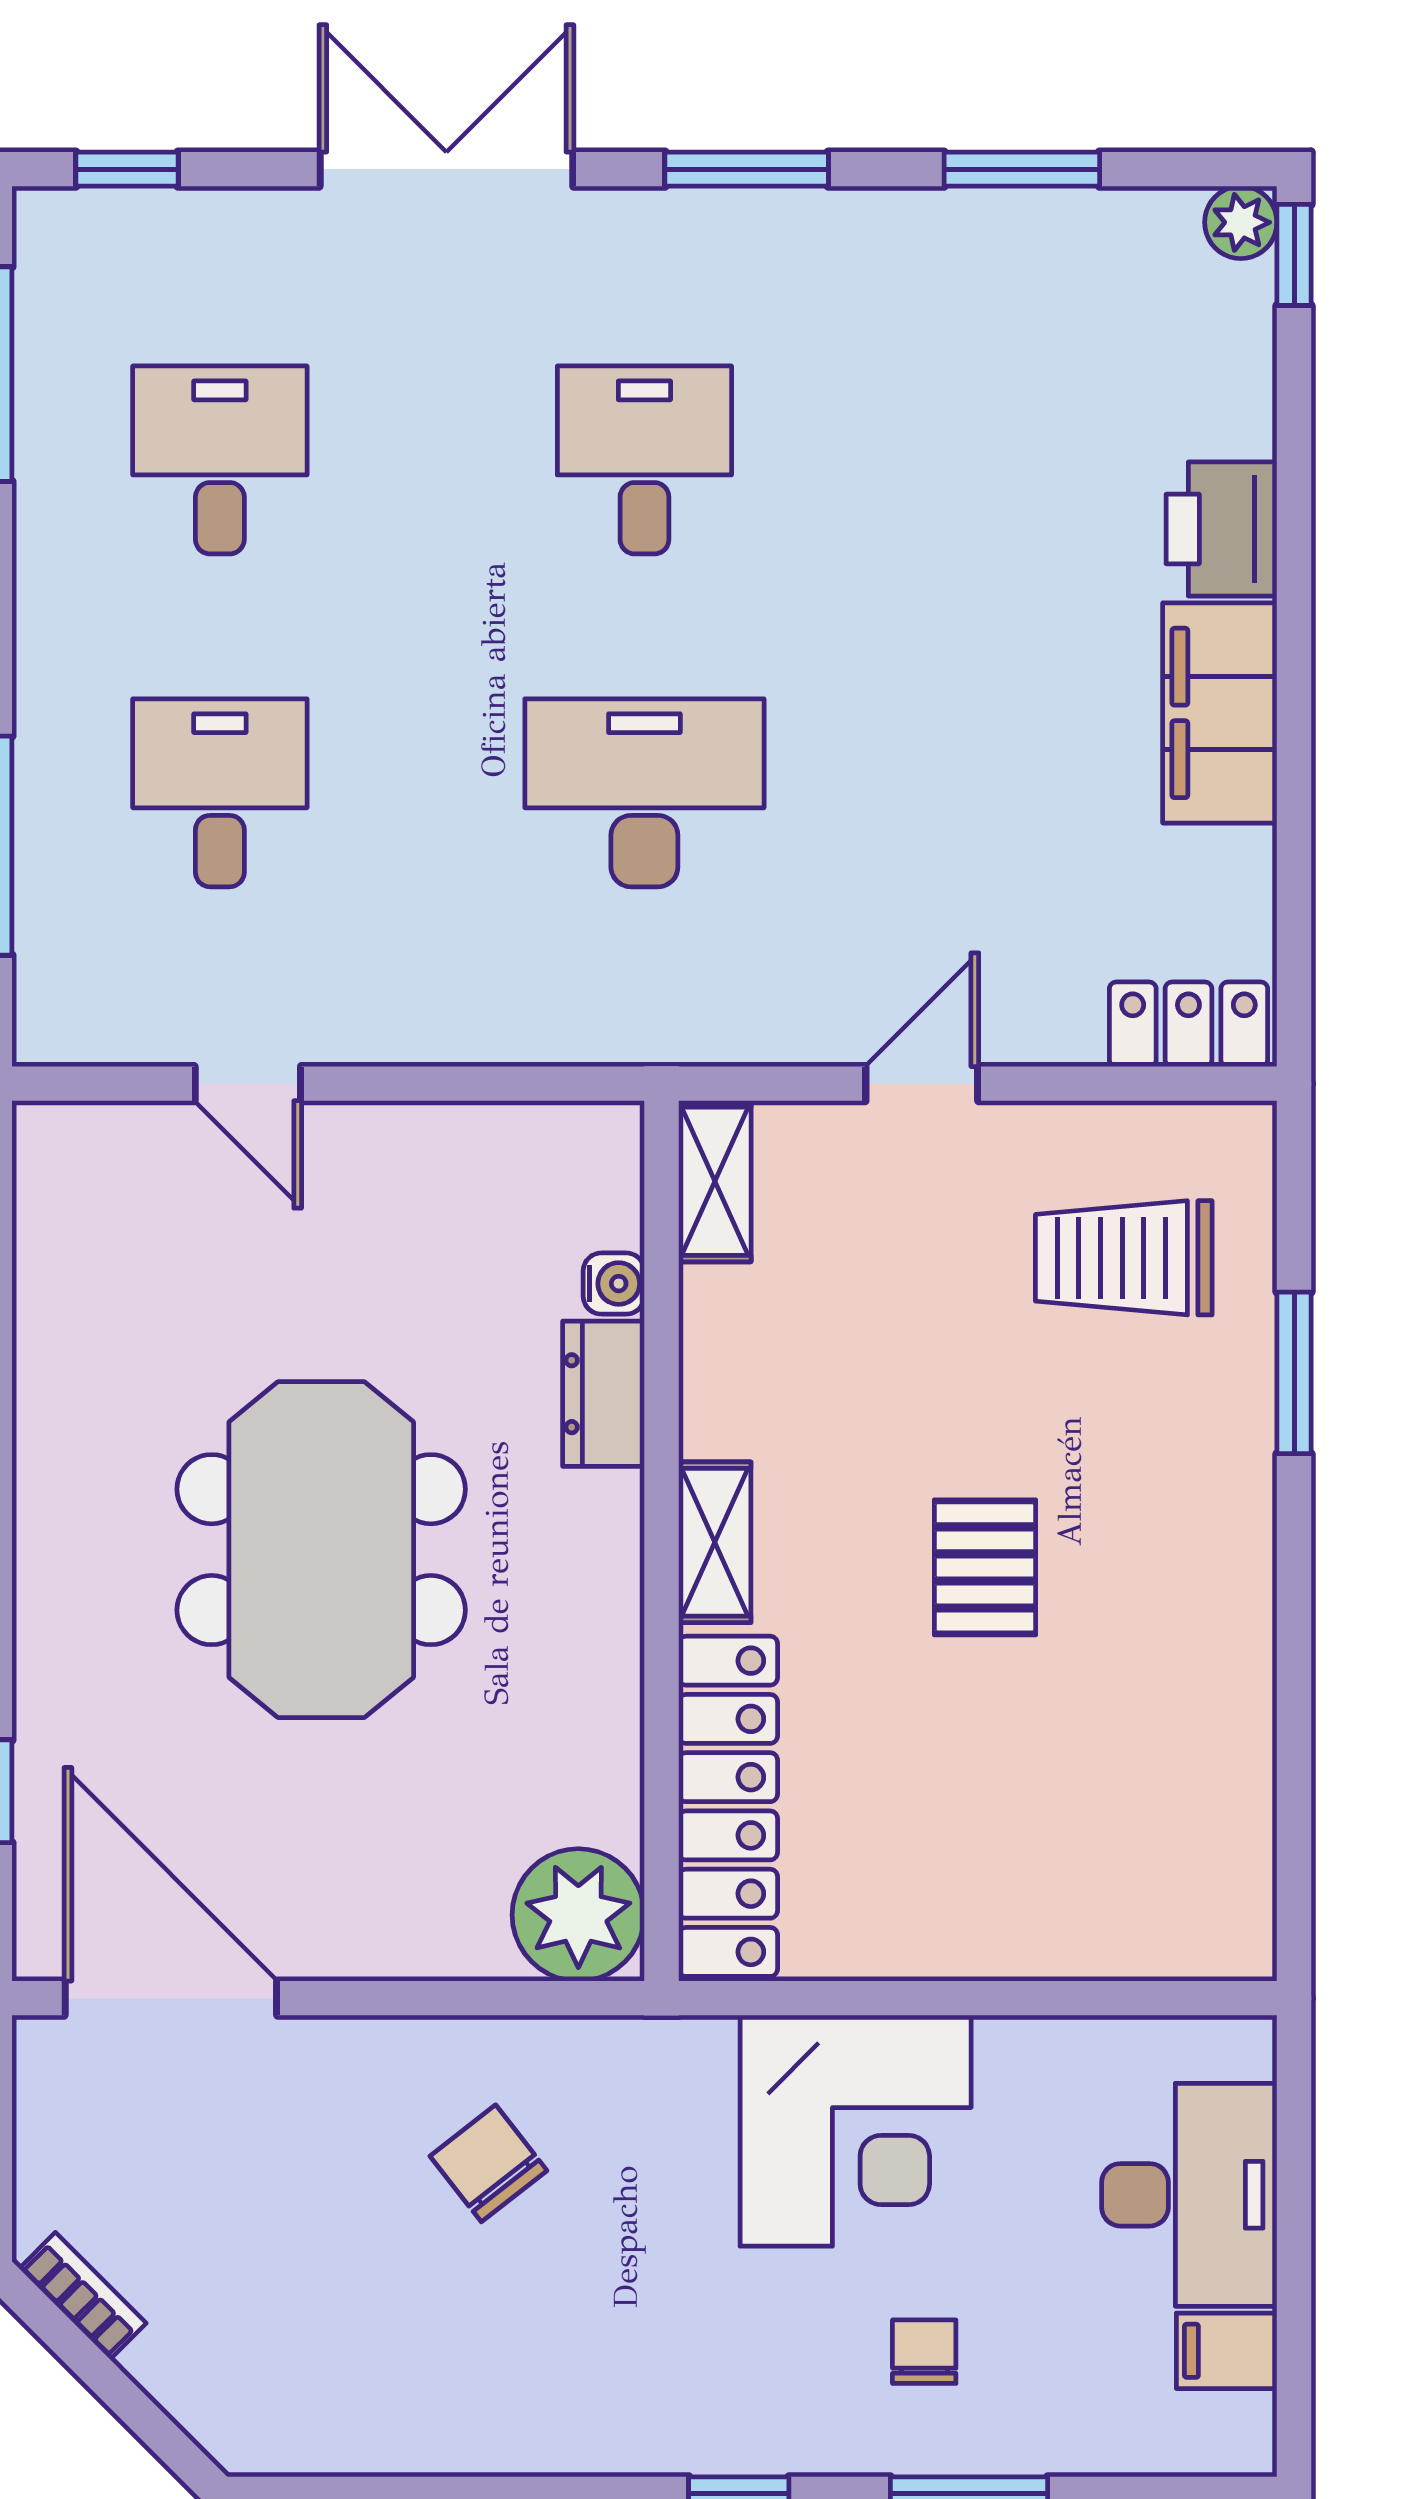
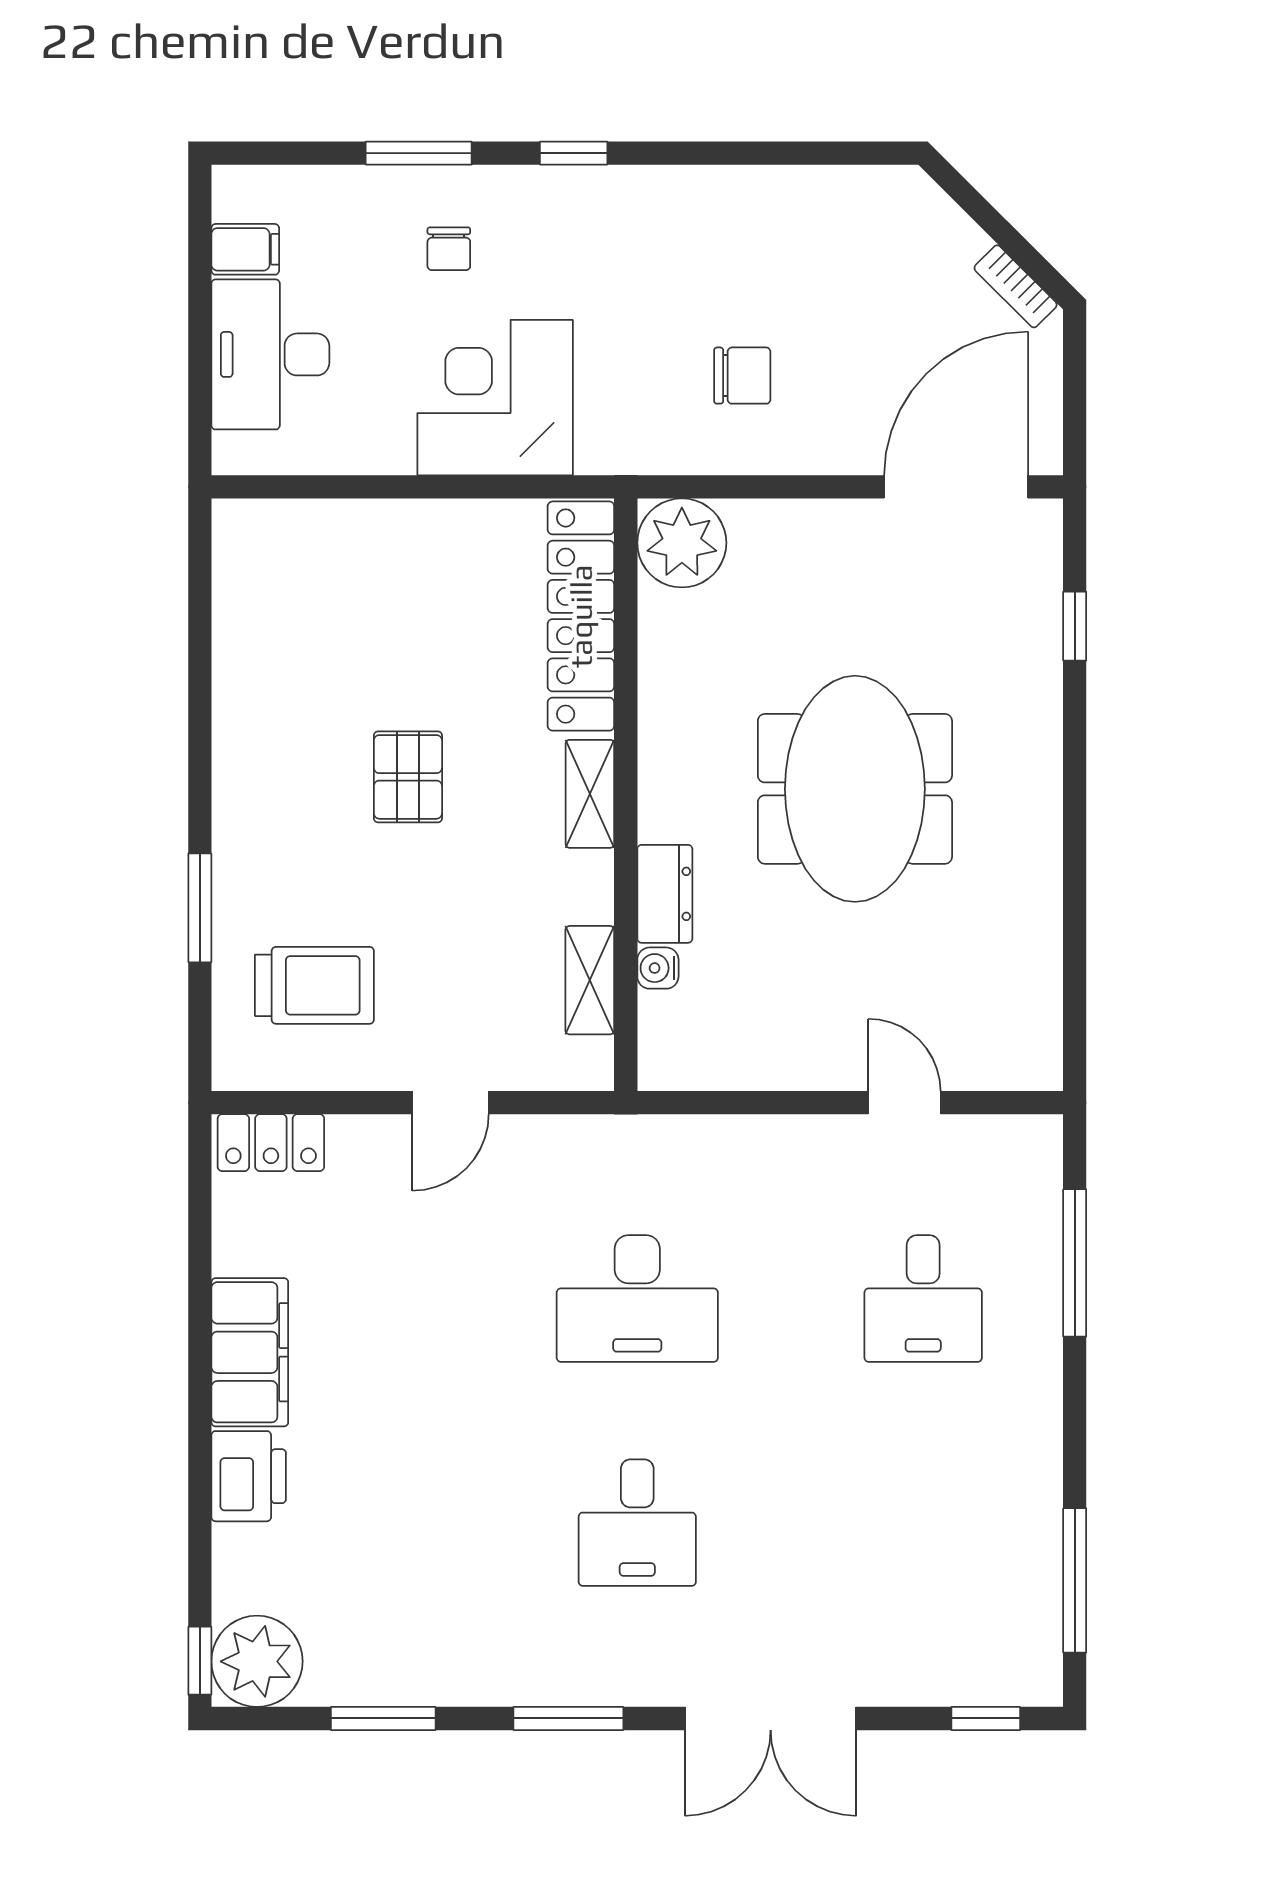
plant: (1241, 222) -> (257, 1661), width x1.88, depth x1.88
desk: (220, 460) -> (923, 1523), removed
shelving: (715, 1181) -> (590, 980), moved
door: (171, 1998) -> (956, 487), swing flipped
chair: (488, 2163) -> (742, 376), turned -52

